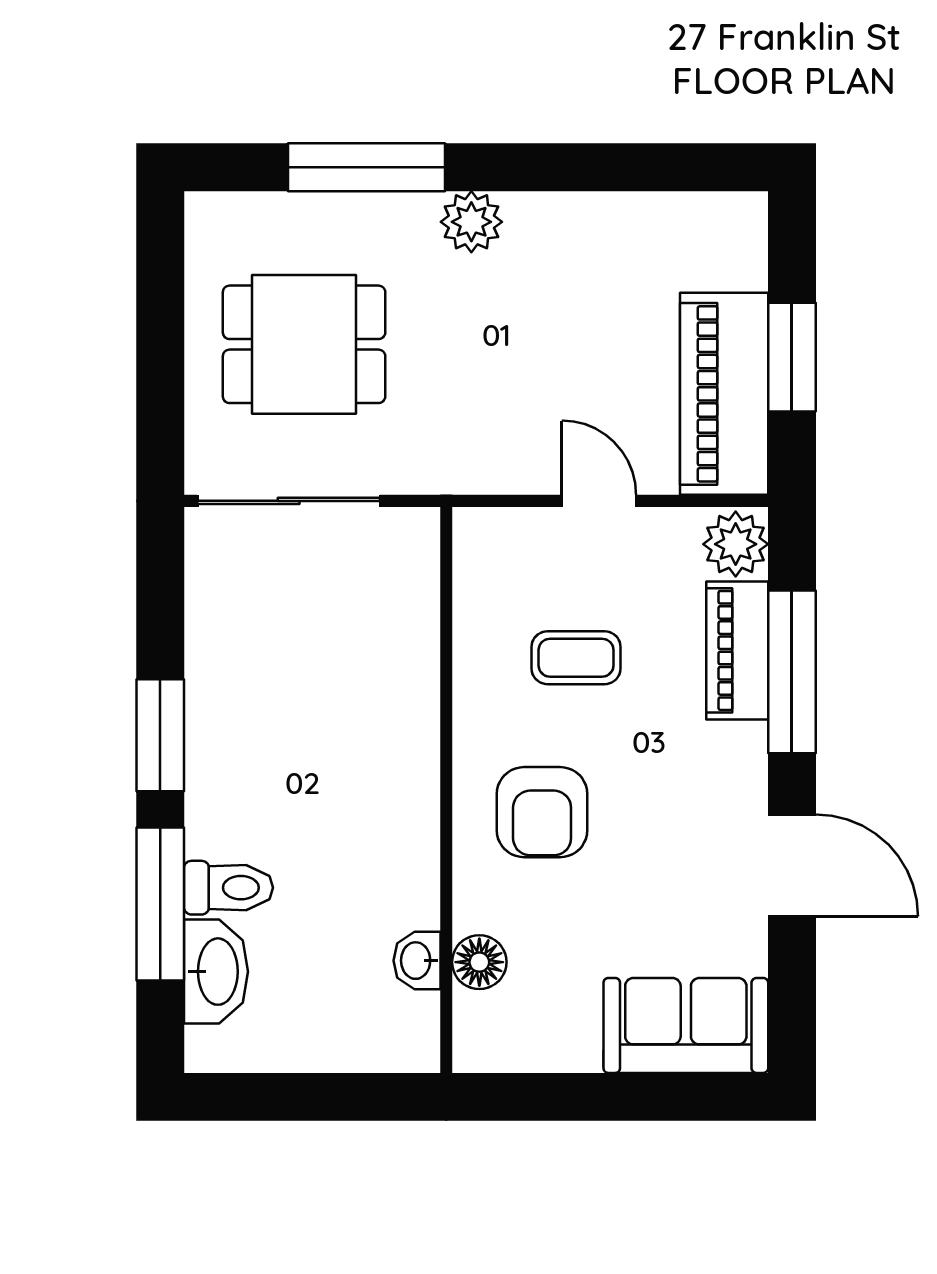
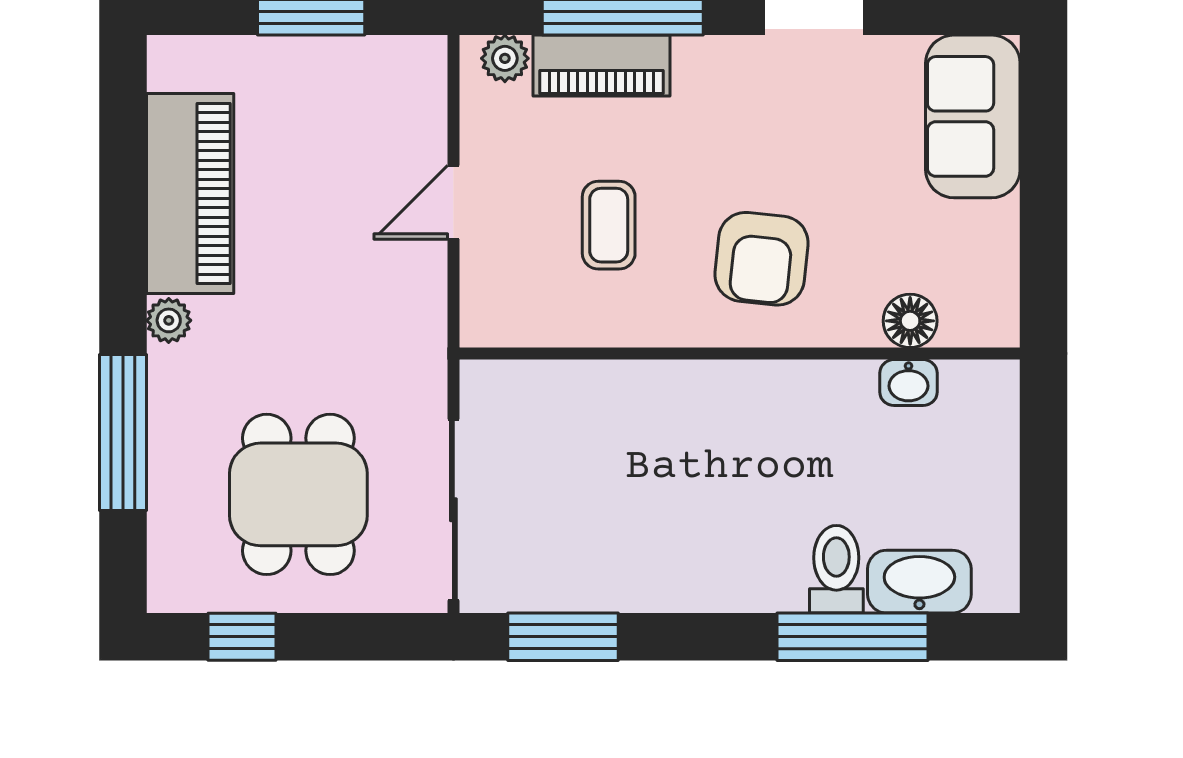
plant: (471, 222) -> (169, 320), width x0.73, depth x0.73
window: (160, 287) -> (242, 637), added
piano: (724, 394) -> (190, 193), moved, turned -90
plant: (736, 544) -> (505, 58), width x0.73, depth x0.73
window: (160, 735) -> (563, 637), moved
armchair: (542, 812) -> (762, 259), turned 96

